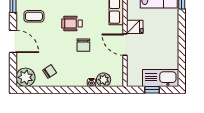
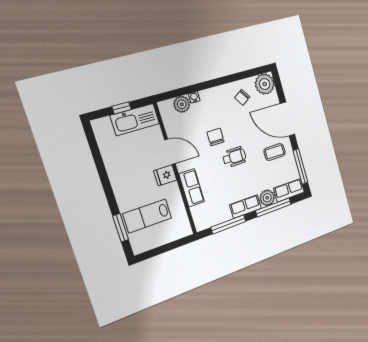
door: (13, 41) -> (287, 119), width x1.36
kitchen sink: (161, 78) -> (135, 120), moved

